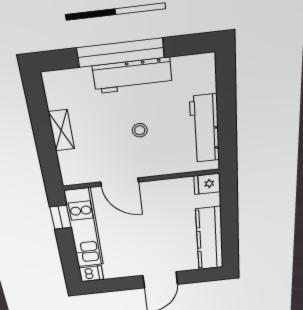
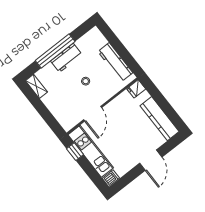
workbench: (132, 76) -> (66, 58), width x0.73
shelving: (61, 130) -> (36, 86), moved
door: (120, 182) -> (93, 114), hinge flipped

